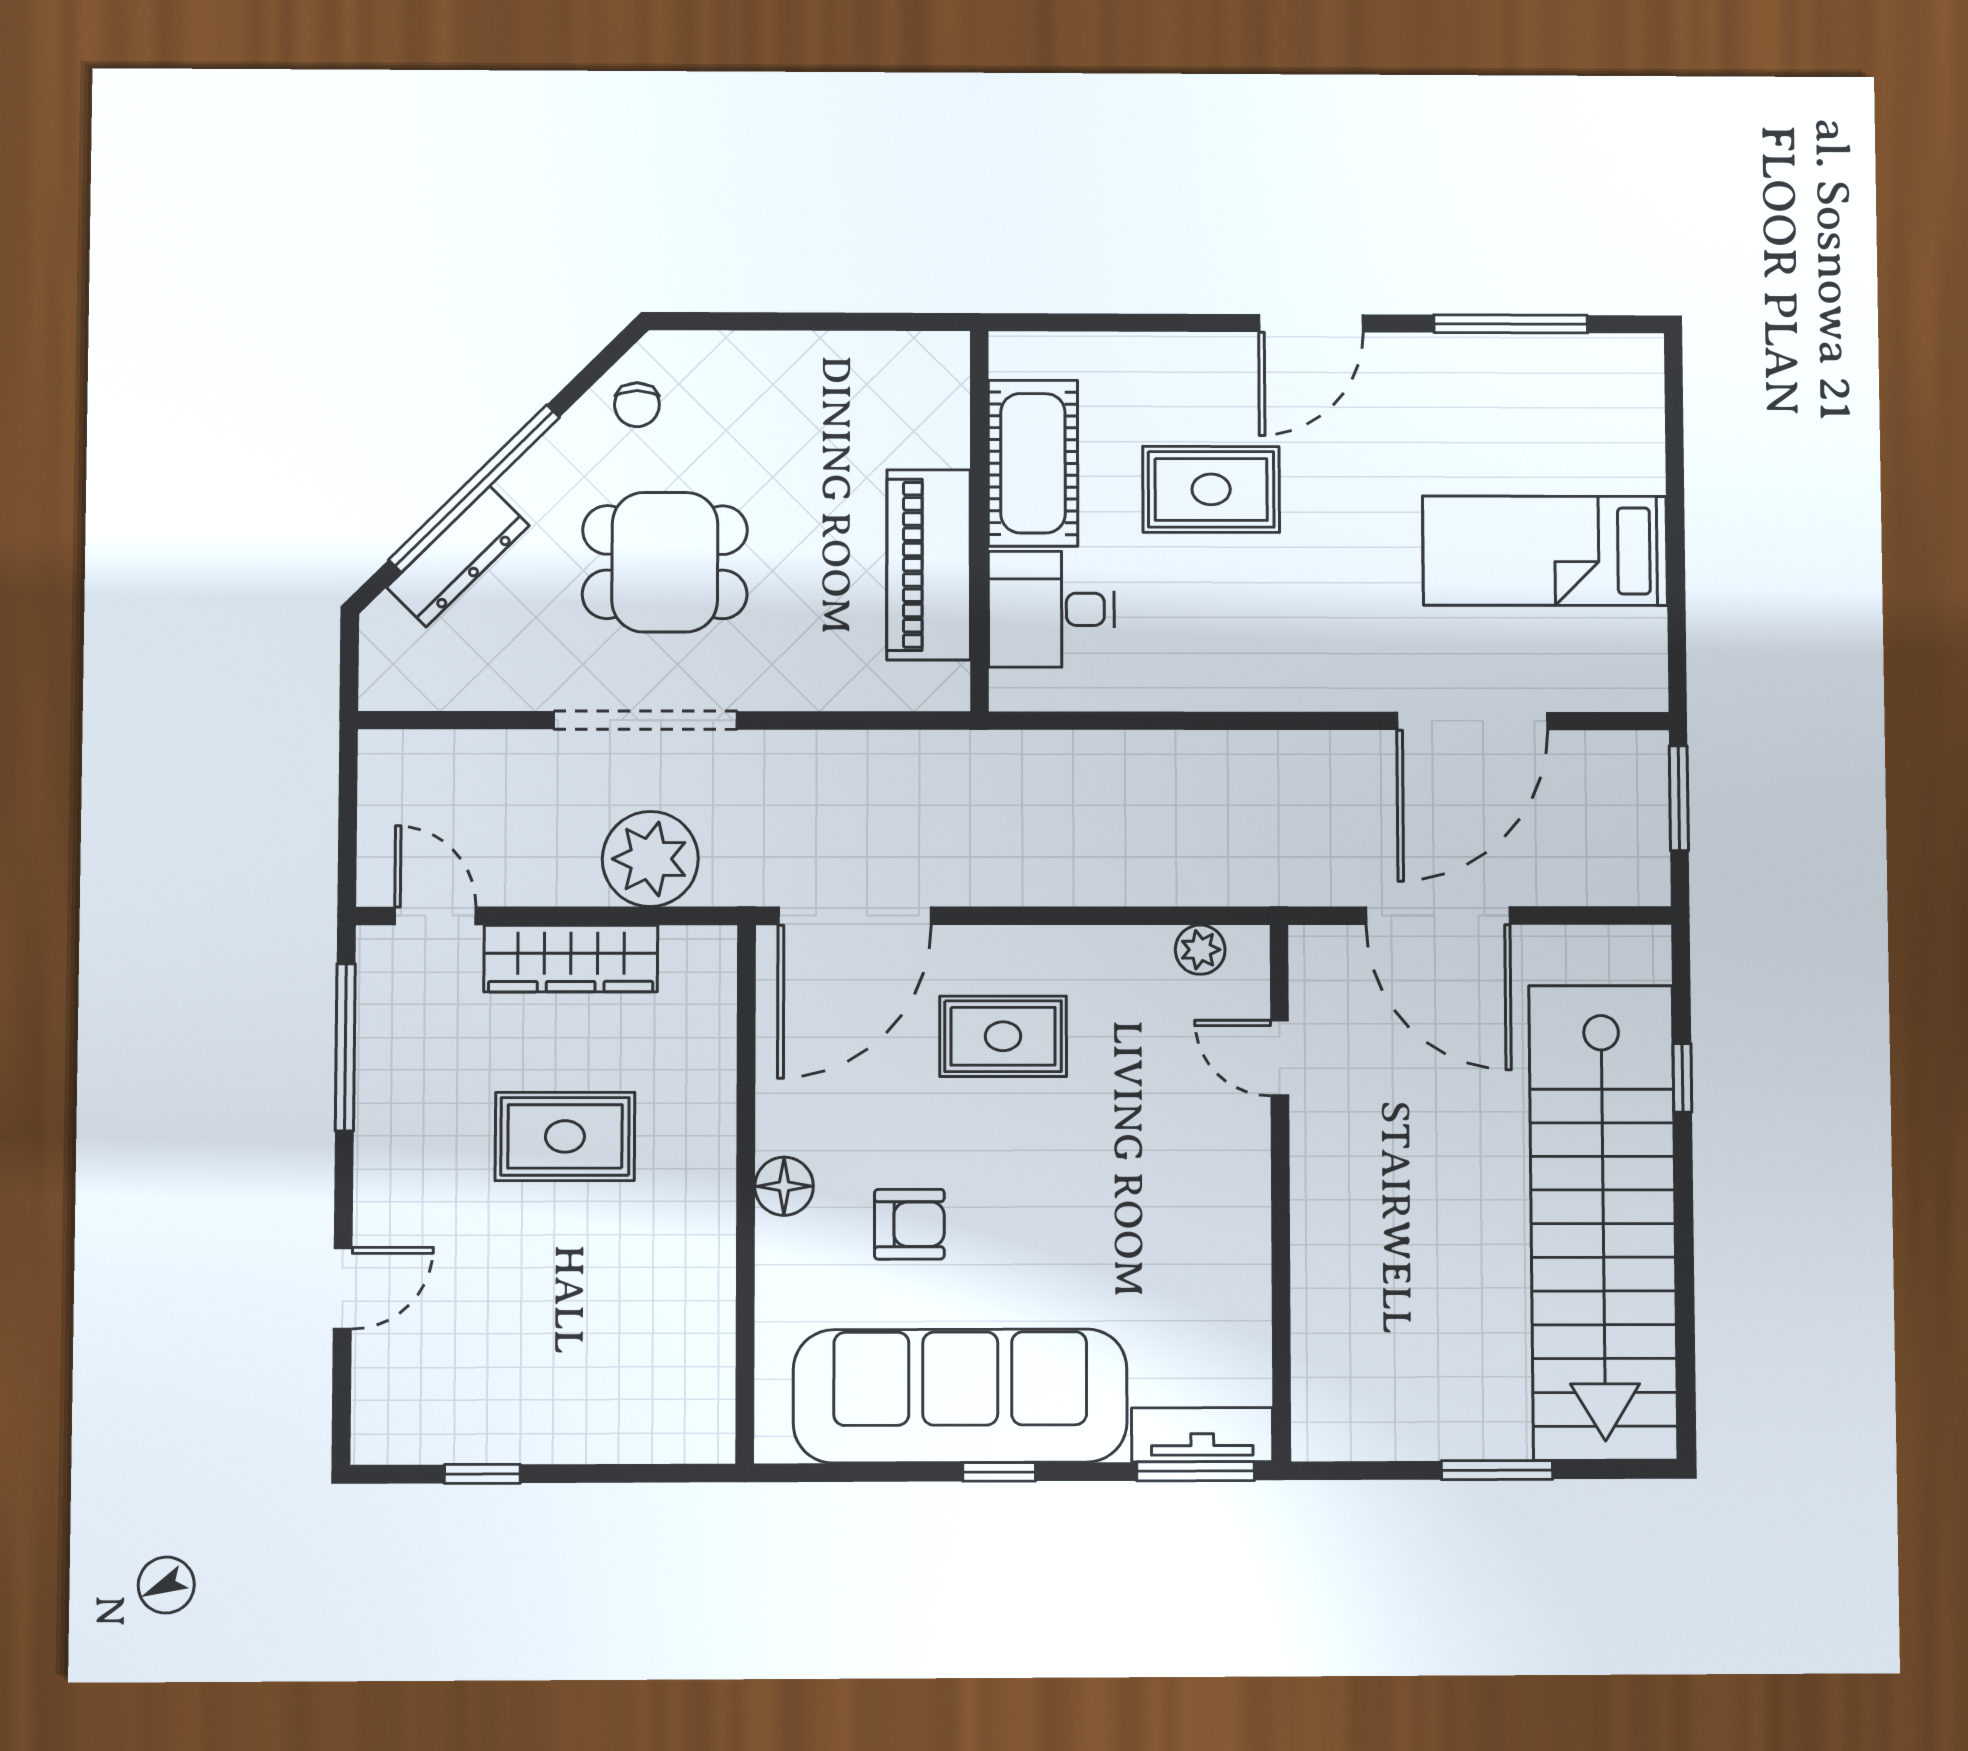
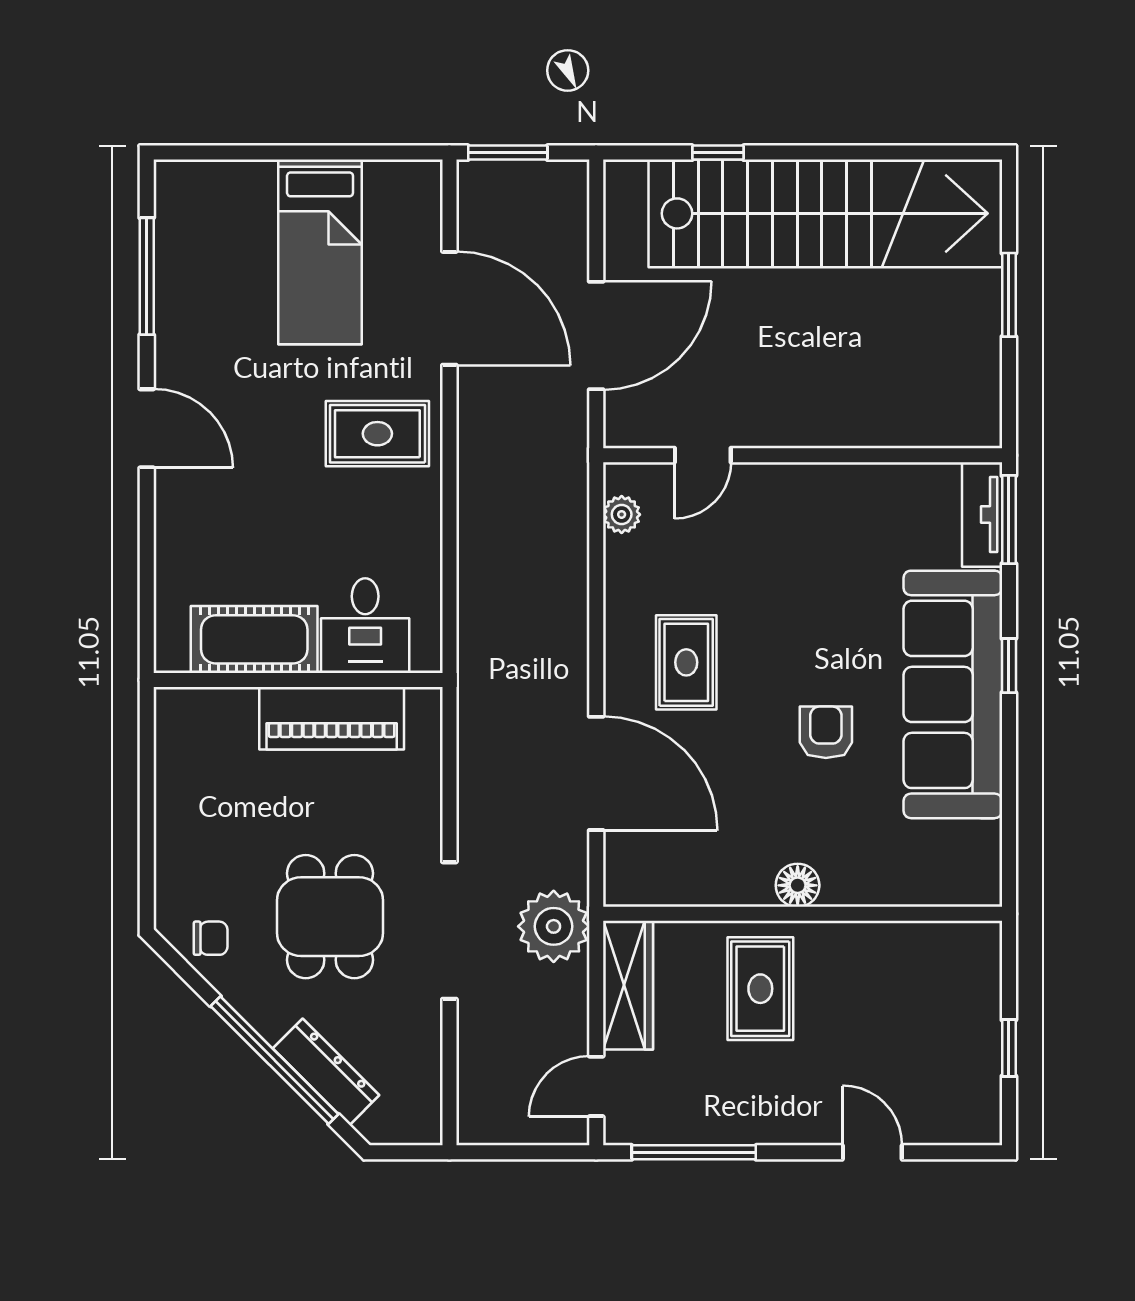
rug: (1211, 489) -> (377, 434), moved, turned 90
floor lamp: (784, 1186) -> (798, 885), moved
wall: (746, 1193) -> (803, 914), moved

